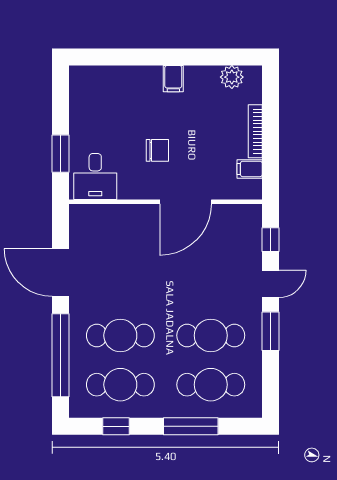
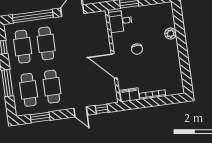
plant: (232, 77) -> (171, 34), moved
filing cabinet: (173, 79) -> (172, 52), removed
filing cabinet: (250, 169) -> (130, 95), width x2.00
window: (270, 331) -> (40, 117), moved

